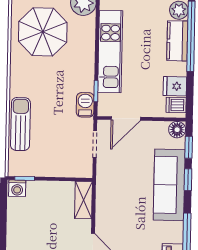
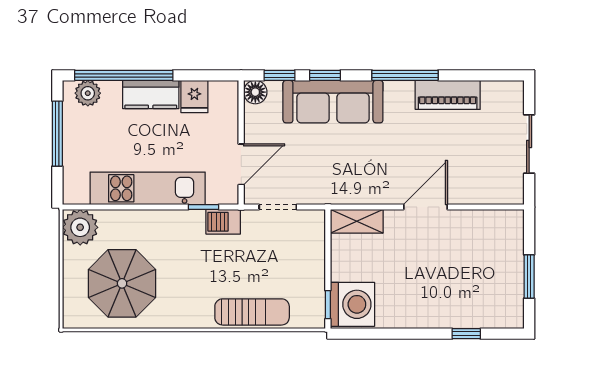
kitchen counter: (177, 41) -> (151, 94), moved
dishwasher: (176, 105) -> (221, 94), removed
door: (126, 118) -> (241, 164), hinge flipped
sun lounger: (20, 124) -> (252, 312), turned 180
washing machine: (17, 188) -> (352, 304), width x1.89, depth x1.89

